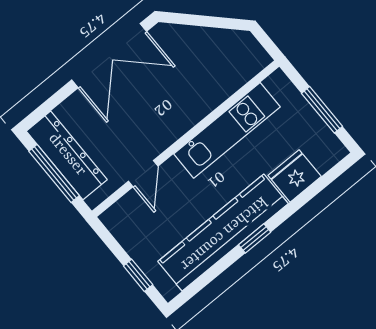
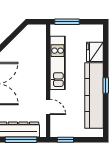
window: (322, 110) -> (67, 22), moved
window: (138, 275) -> (65, 140), moved

